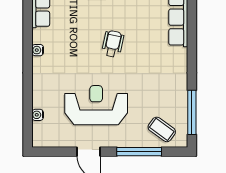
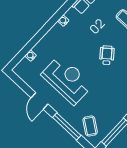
wheelchair: (113, 44) -> (107, 55), turned -51

